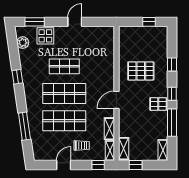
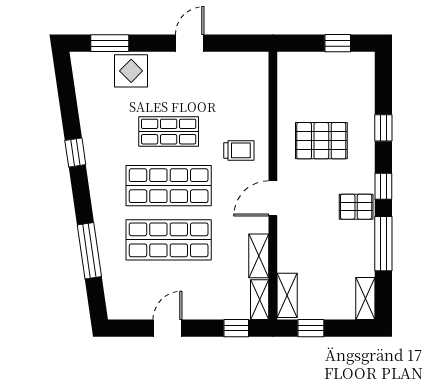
plant: (23, 43) -> (86, 84), removed
trolley: (82, 146) -> (239, 150), moved

